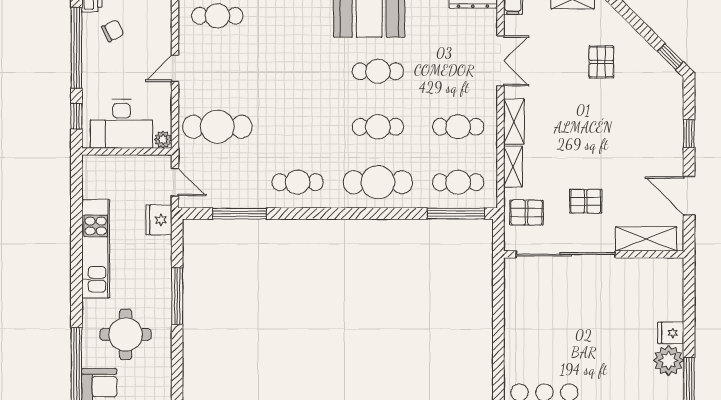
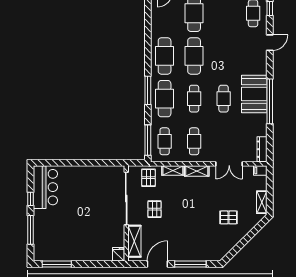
window: (670, 57) -> (231, 254), removed
cafe table: (298, 127) -> (194, 56), added
window: (689, 134) -> (190, 264), width x2.17
cafe table: (298, 182) -> (165, 56), width x1.37, depth x1.35
window: (239, 214) -> (148, 90), moved
fridge: (671, 333) -> (118, 254), moved
plant: (669, 361) -> (70, 253), removed

